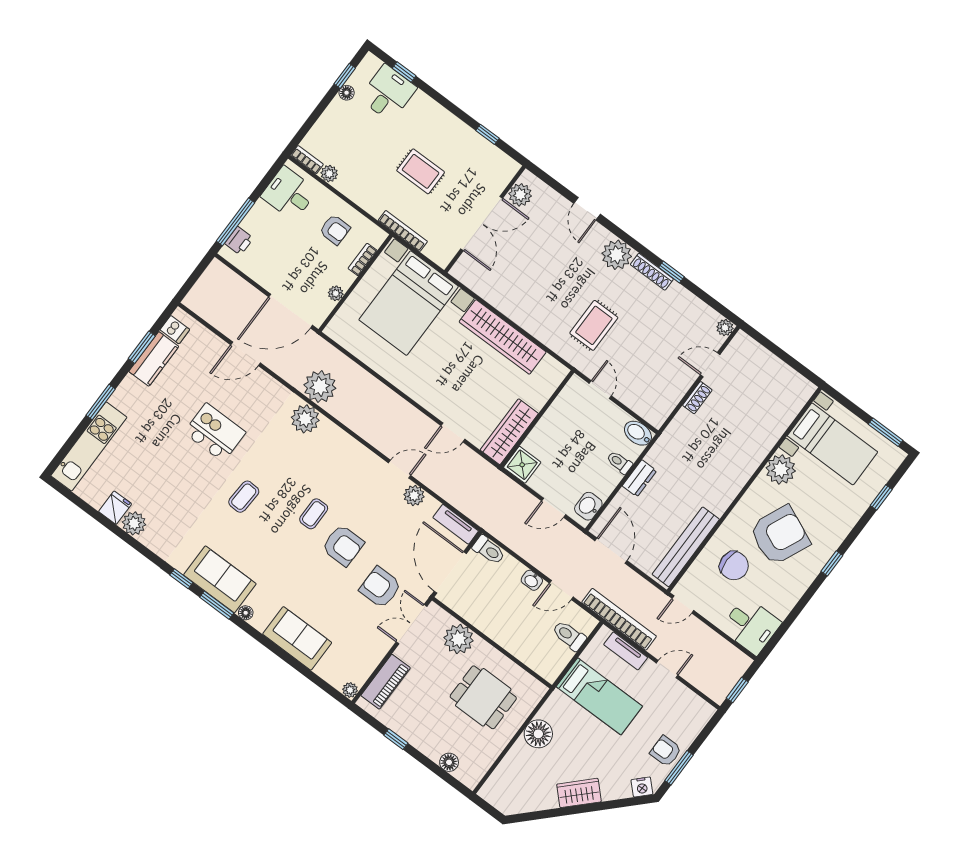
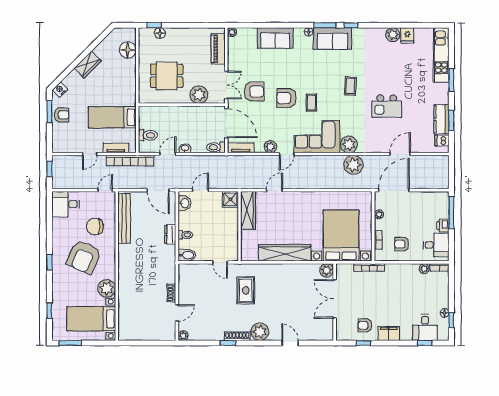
filing cabinet: (443, 122) -> (389, 333), added
armchair: (467, 157) -> (365, 325), added
rug: (421, 171) -> (382, 302), removed
plant: (520, 195) -> (327, 270), moved
printer: (239, 241) -> (443, 226), moved
corner sofa: (341, 462) -> (317, 137), added
floor lamp: (538, 734) -> (128, 50), moved
window: (396, 739) -> (154, 25), moved

